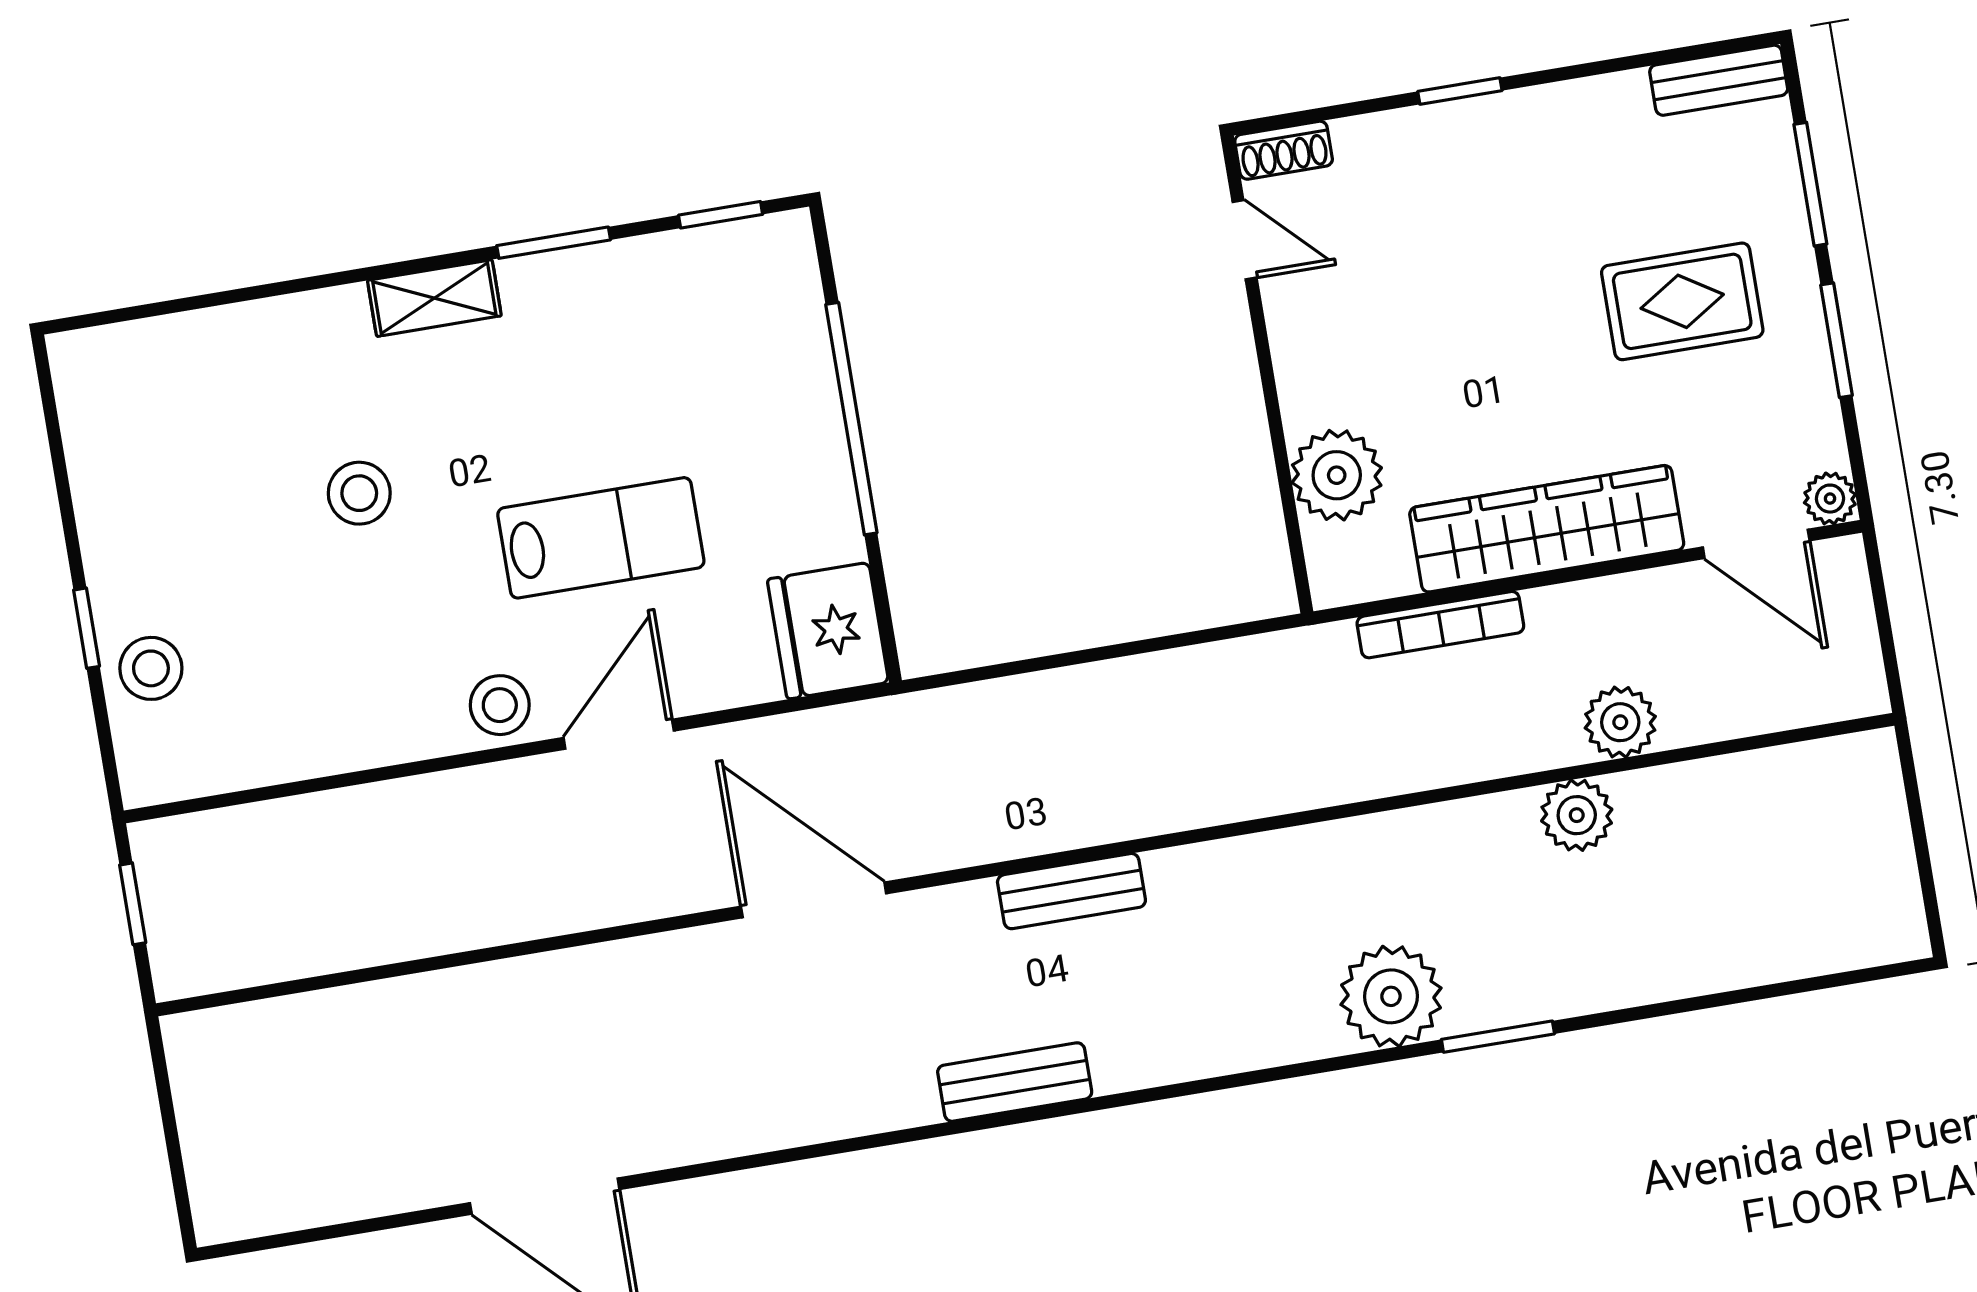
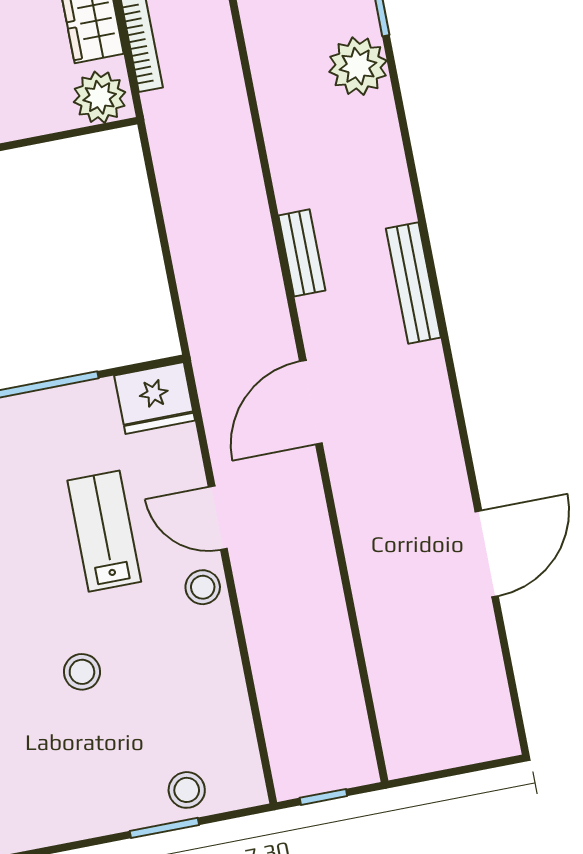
plant: (1337, 475) -> (100, 97), moved
window: (87, 628) -> (164, 828), width x1.50
bench: (1015, 1082) -> (413, 283), width x1.36

